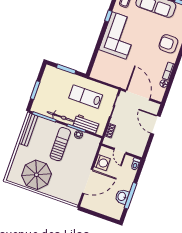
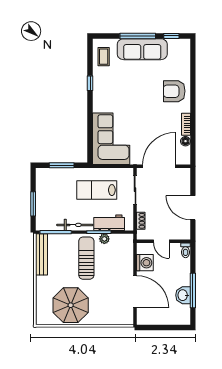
corner sofa: (119, 35) -> (111, 139), moved
door: (138, 95) -> (159, 166), hinge flipped
door: (155, 125) -> (193, 208), moved
door: (88, 181) -> (135, 292), hinge flipped

